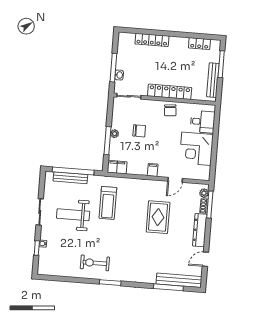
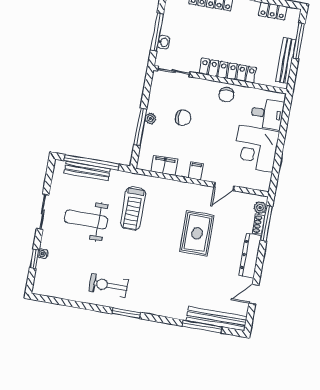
filing cabinet: (117, 167) -> (164, 165), moved

